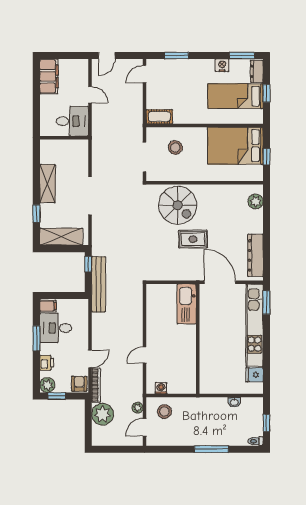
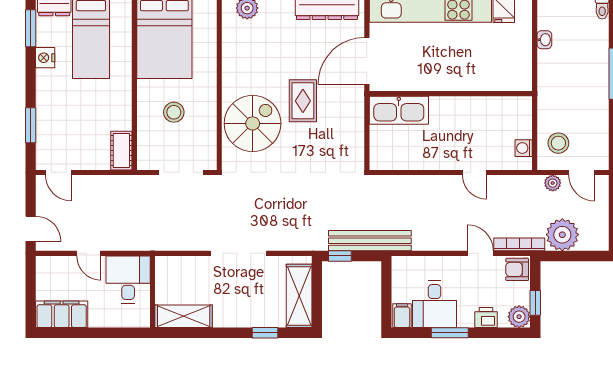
door: (90, 95) -> (89, 253), swing flipped
stool: (175, 148) -> (174, 112), moved
shelving: (48, 184) -> (184, 316), moved

